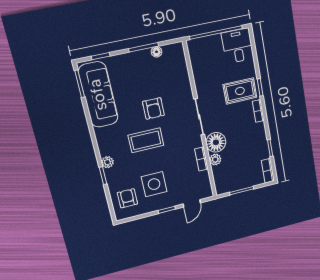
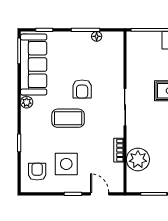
floor lamp: (216, 142) -> (137, 137), removed
plant: (215, 160) -> (138, 159), width x1.88, depth x1.88
plant: (107, 162) -> (27, 102), moved
door: (192, 203) -> (100, 194), swing flipped

